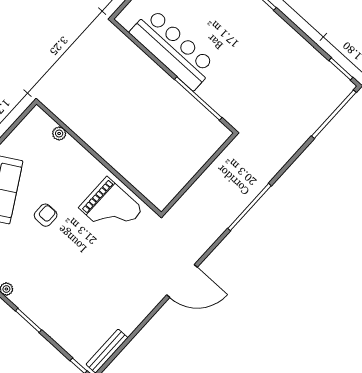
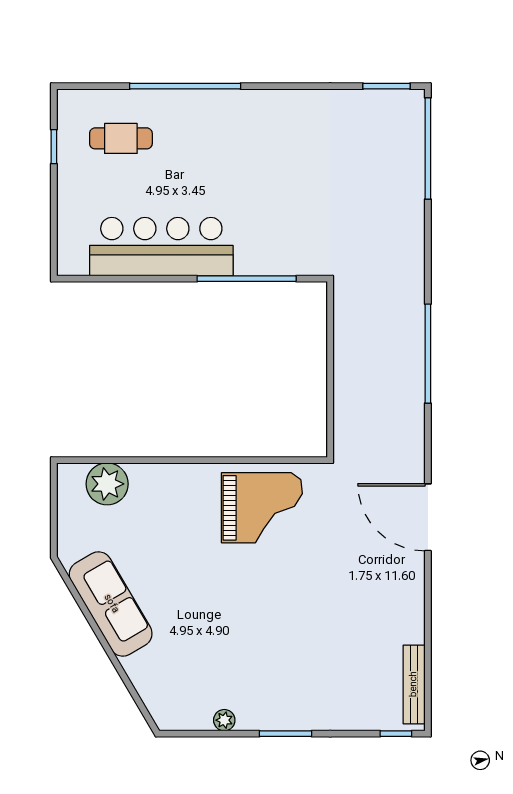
plant: (59, 134) -> (107, 484), width x1.88, depth x1.88
armchair: (46, 215) -> (190, 588), removed
door: (182, 281) -> (428, 517), swing flipped

